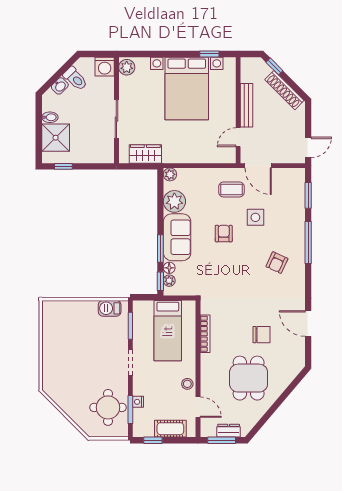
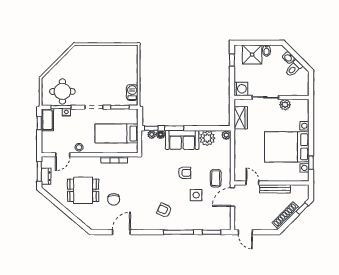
washing machine: (105, 67) -> (241, 89), moved, turned 180
plant: (127, 67) -> (285, 105), moved
cot: (170, 429) -> (47, 120), moved

